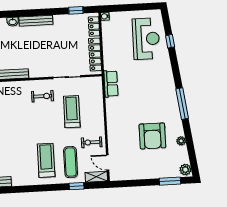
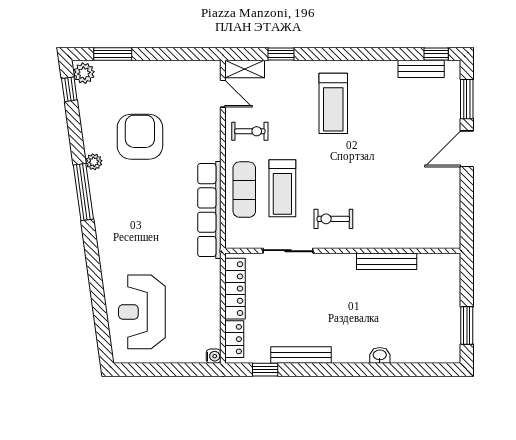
bench: (36, 21) -> (301, 355), moved
window: (170, 41) -> (69, 89), moved
row of seats: (111, 84) -> (209, 210), width x2.02
plant: (181, 141) -> (94, 162), moved
exercise mat: (71, 162) -> (244, 190), moved

